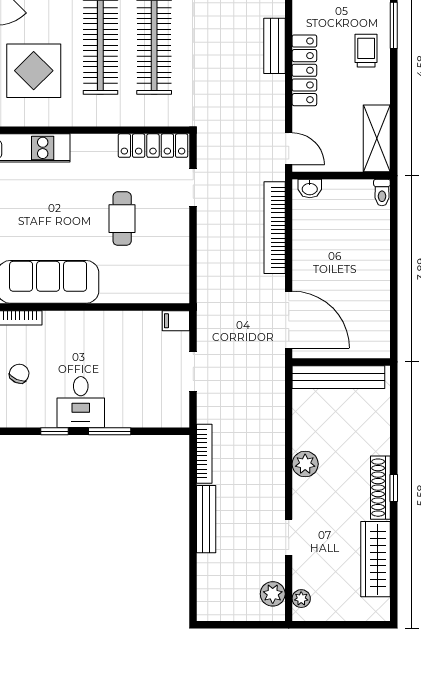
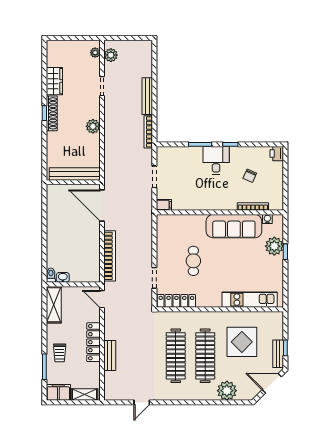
washbasin: (310, 188) -> (63, 277), moved
wardrobe: (376, 559) -> (54, 81), width x0.67

